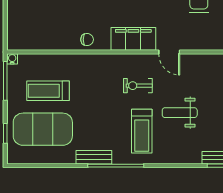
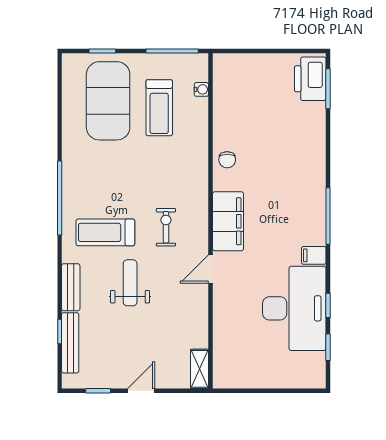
water cooler: (12, 59) -> (201, 89), moved
treadmill: (48, 91) -> (159, 108), turned 180
bench: (94, 157) -> (71, 287), moved

